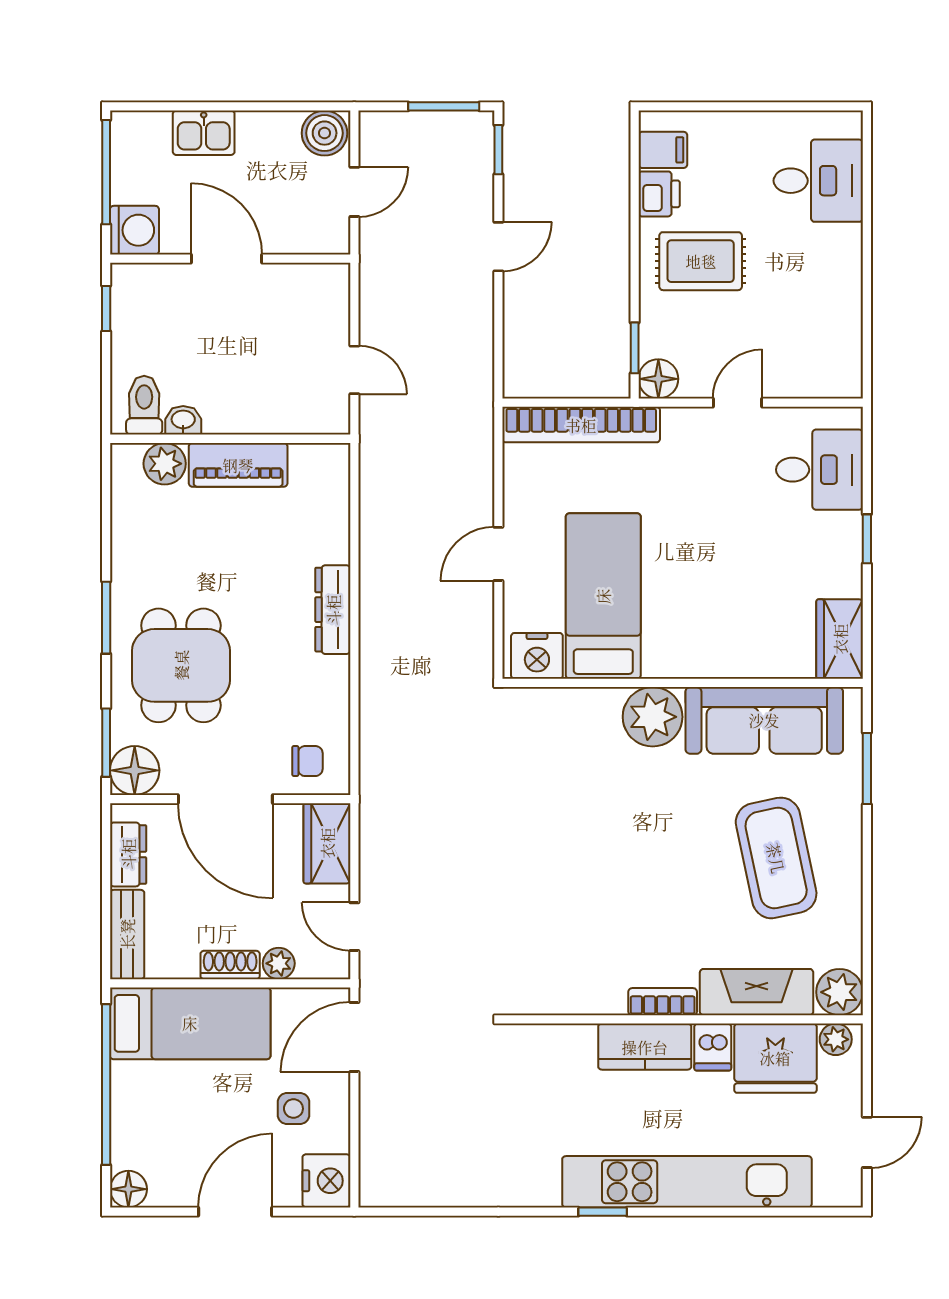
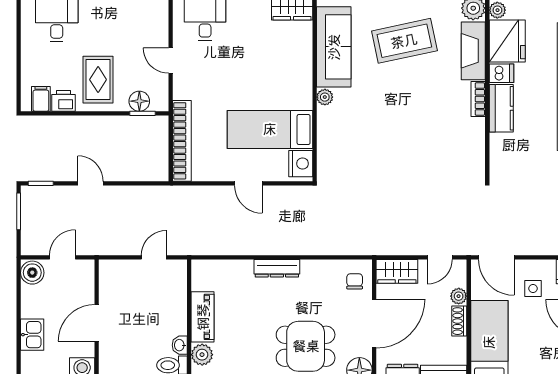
door: (354, 192) -> (62, 257), hinge flipped
floor lamp: (658, 379) -> (139, 101), moved
plant: (653, 717) -> (325, 97), width x0.53, depth x0.53

